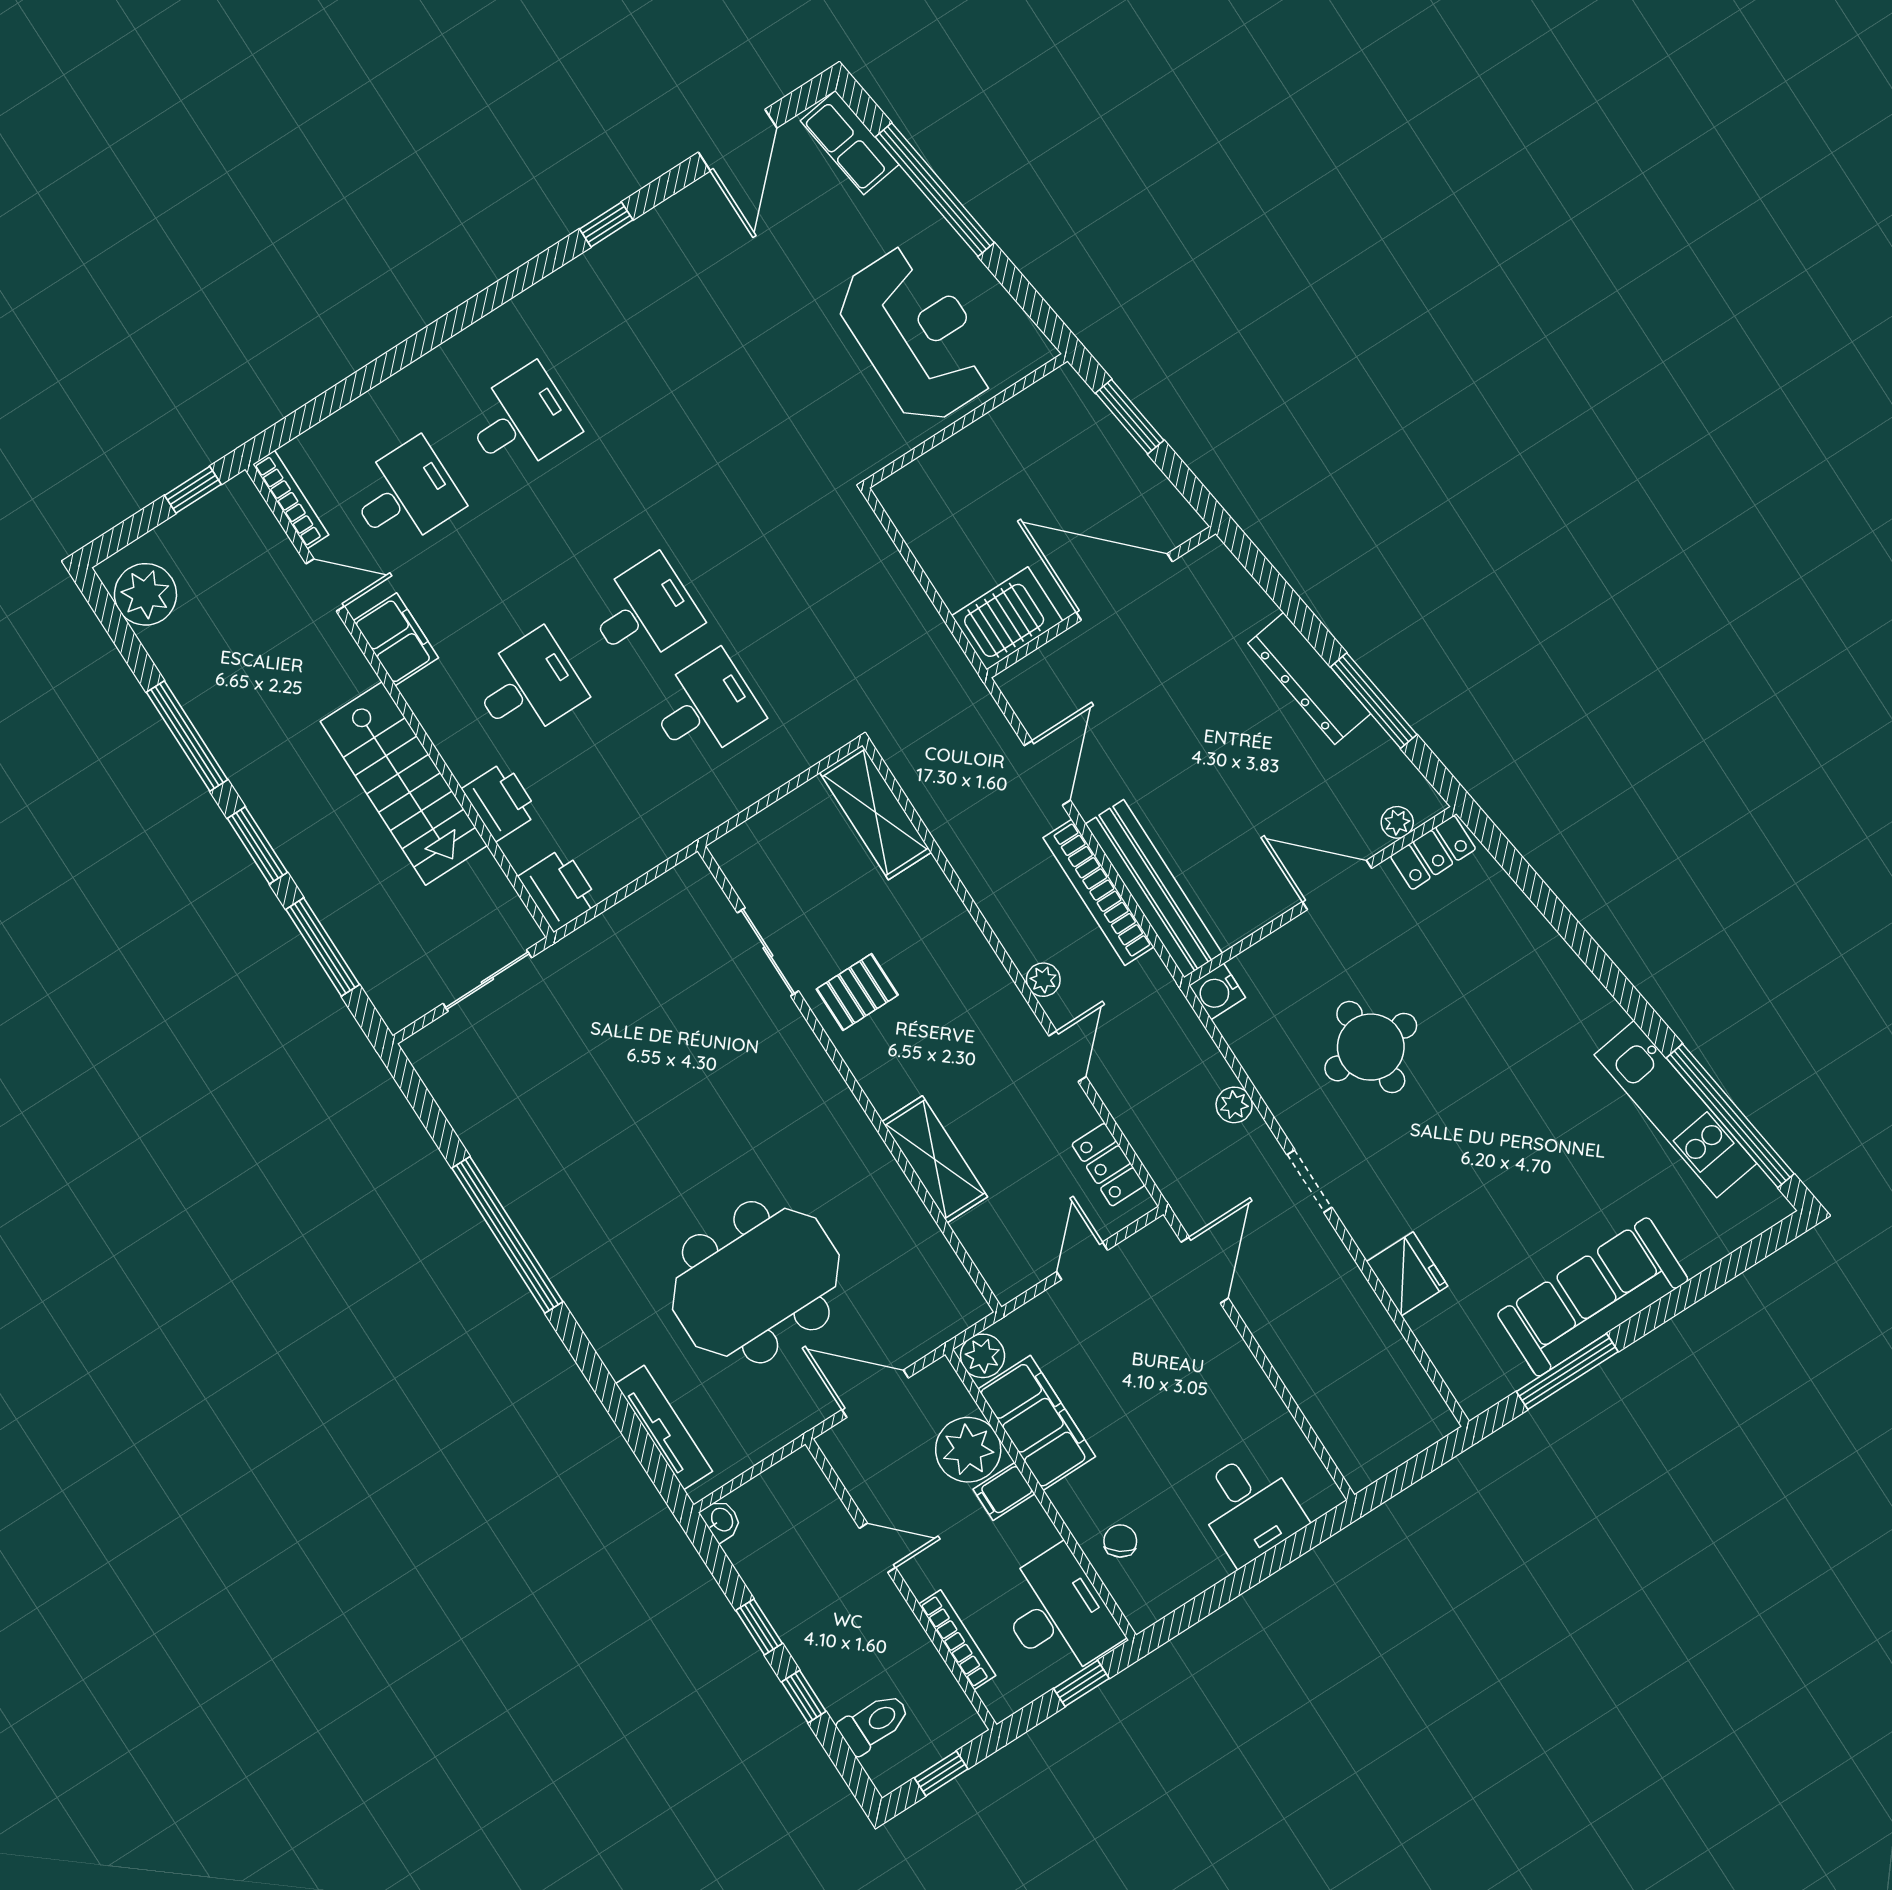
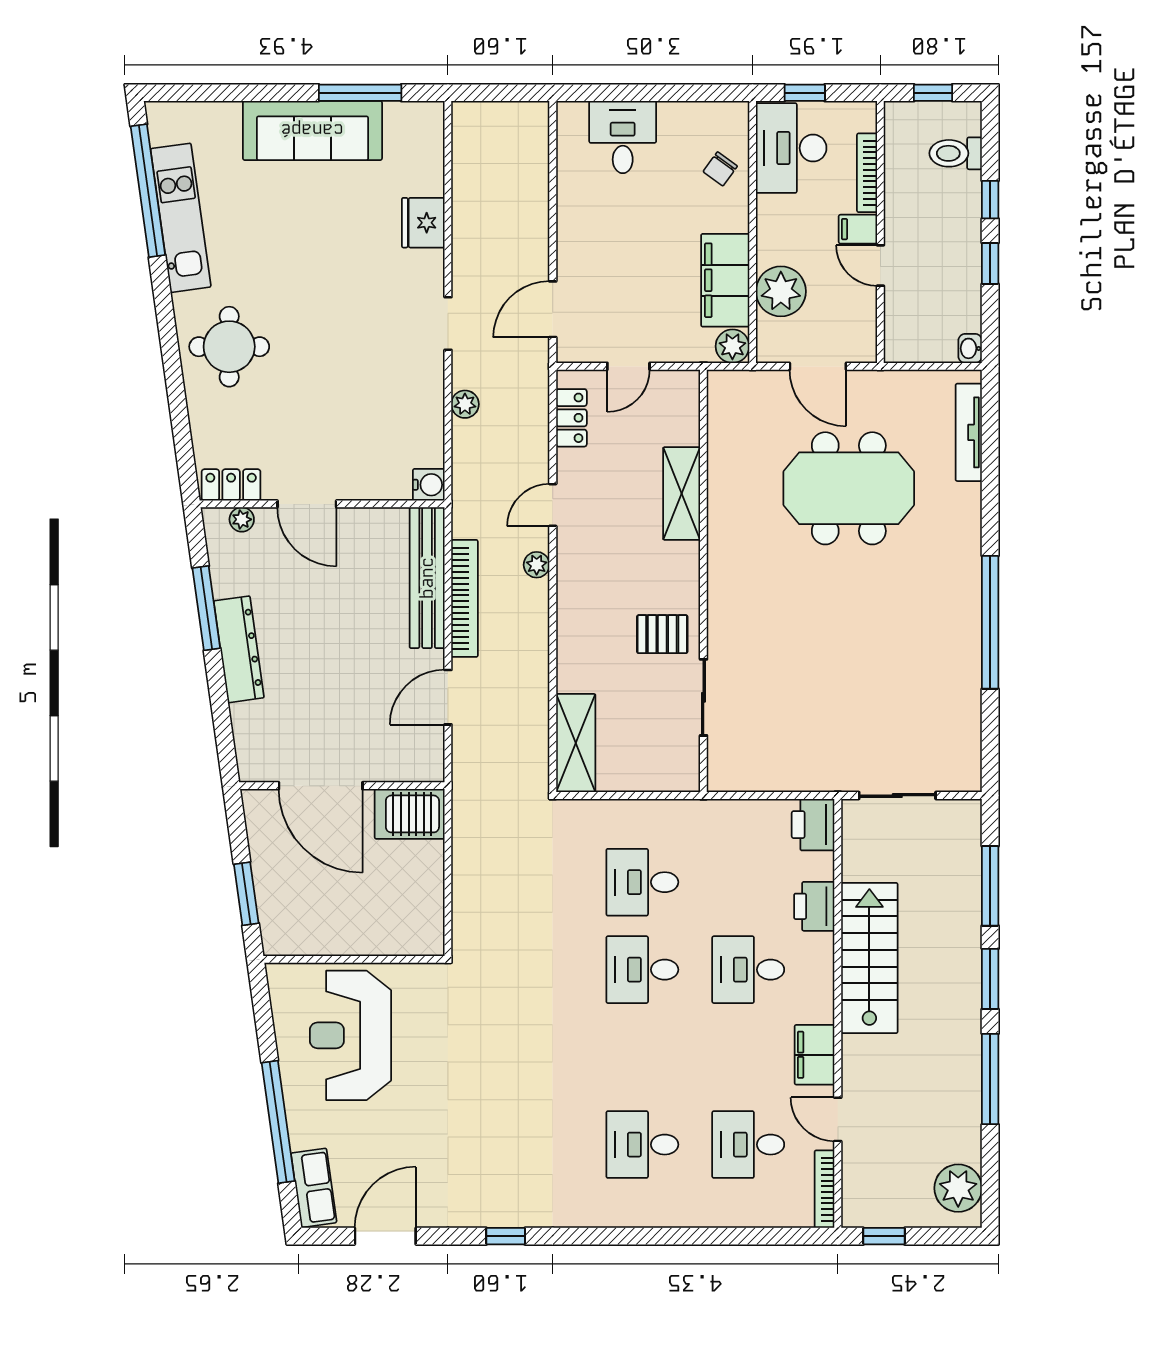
round table: (1371, 1047) -> (229, 347), moved
filing cabinet: (1004, 1492) -> (858, 229), moved, turned 180

